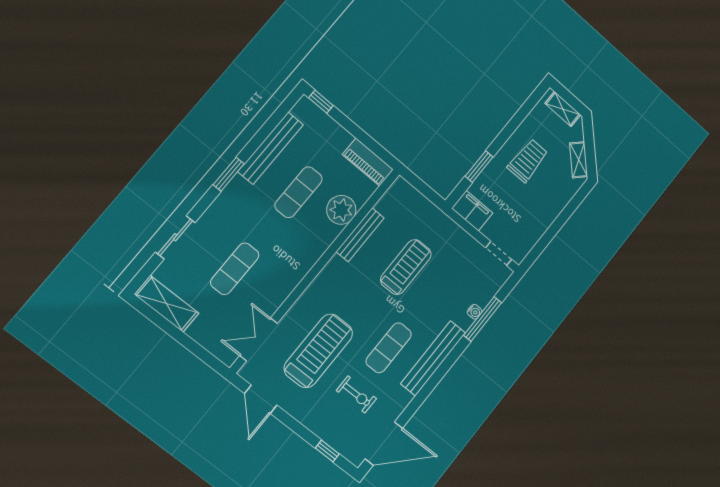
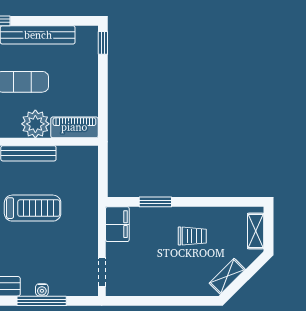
trolley: (528, 161) -> (192, 236), width x0.73, depth x0.72
piano: (368, 162) -> (74, 127), moved, turned 90

